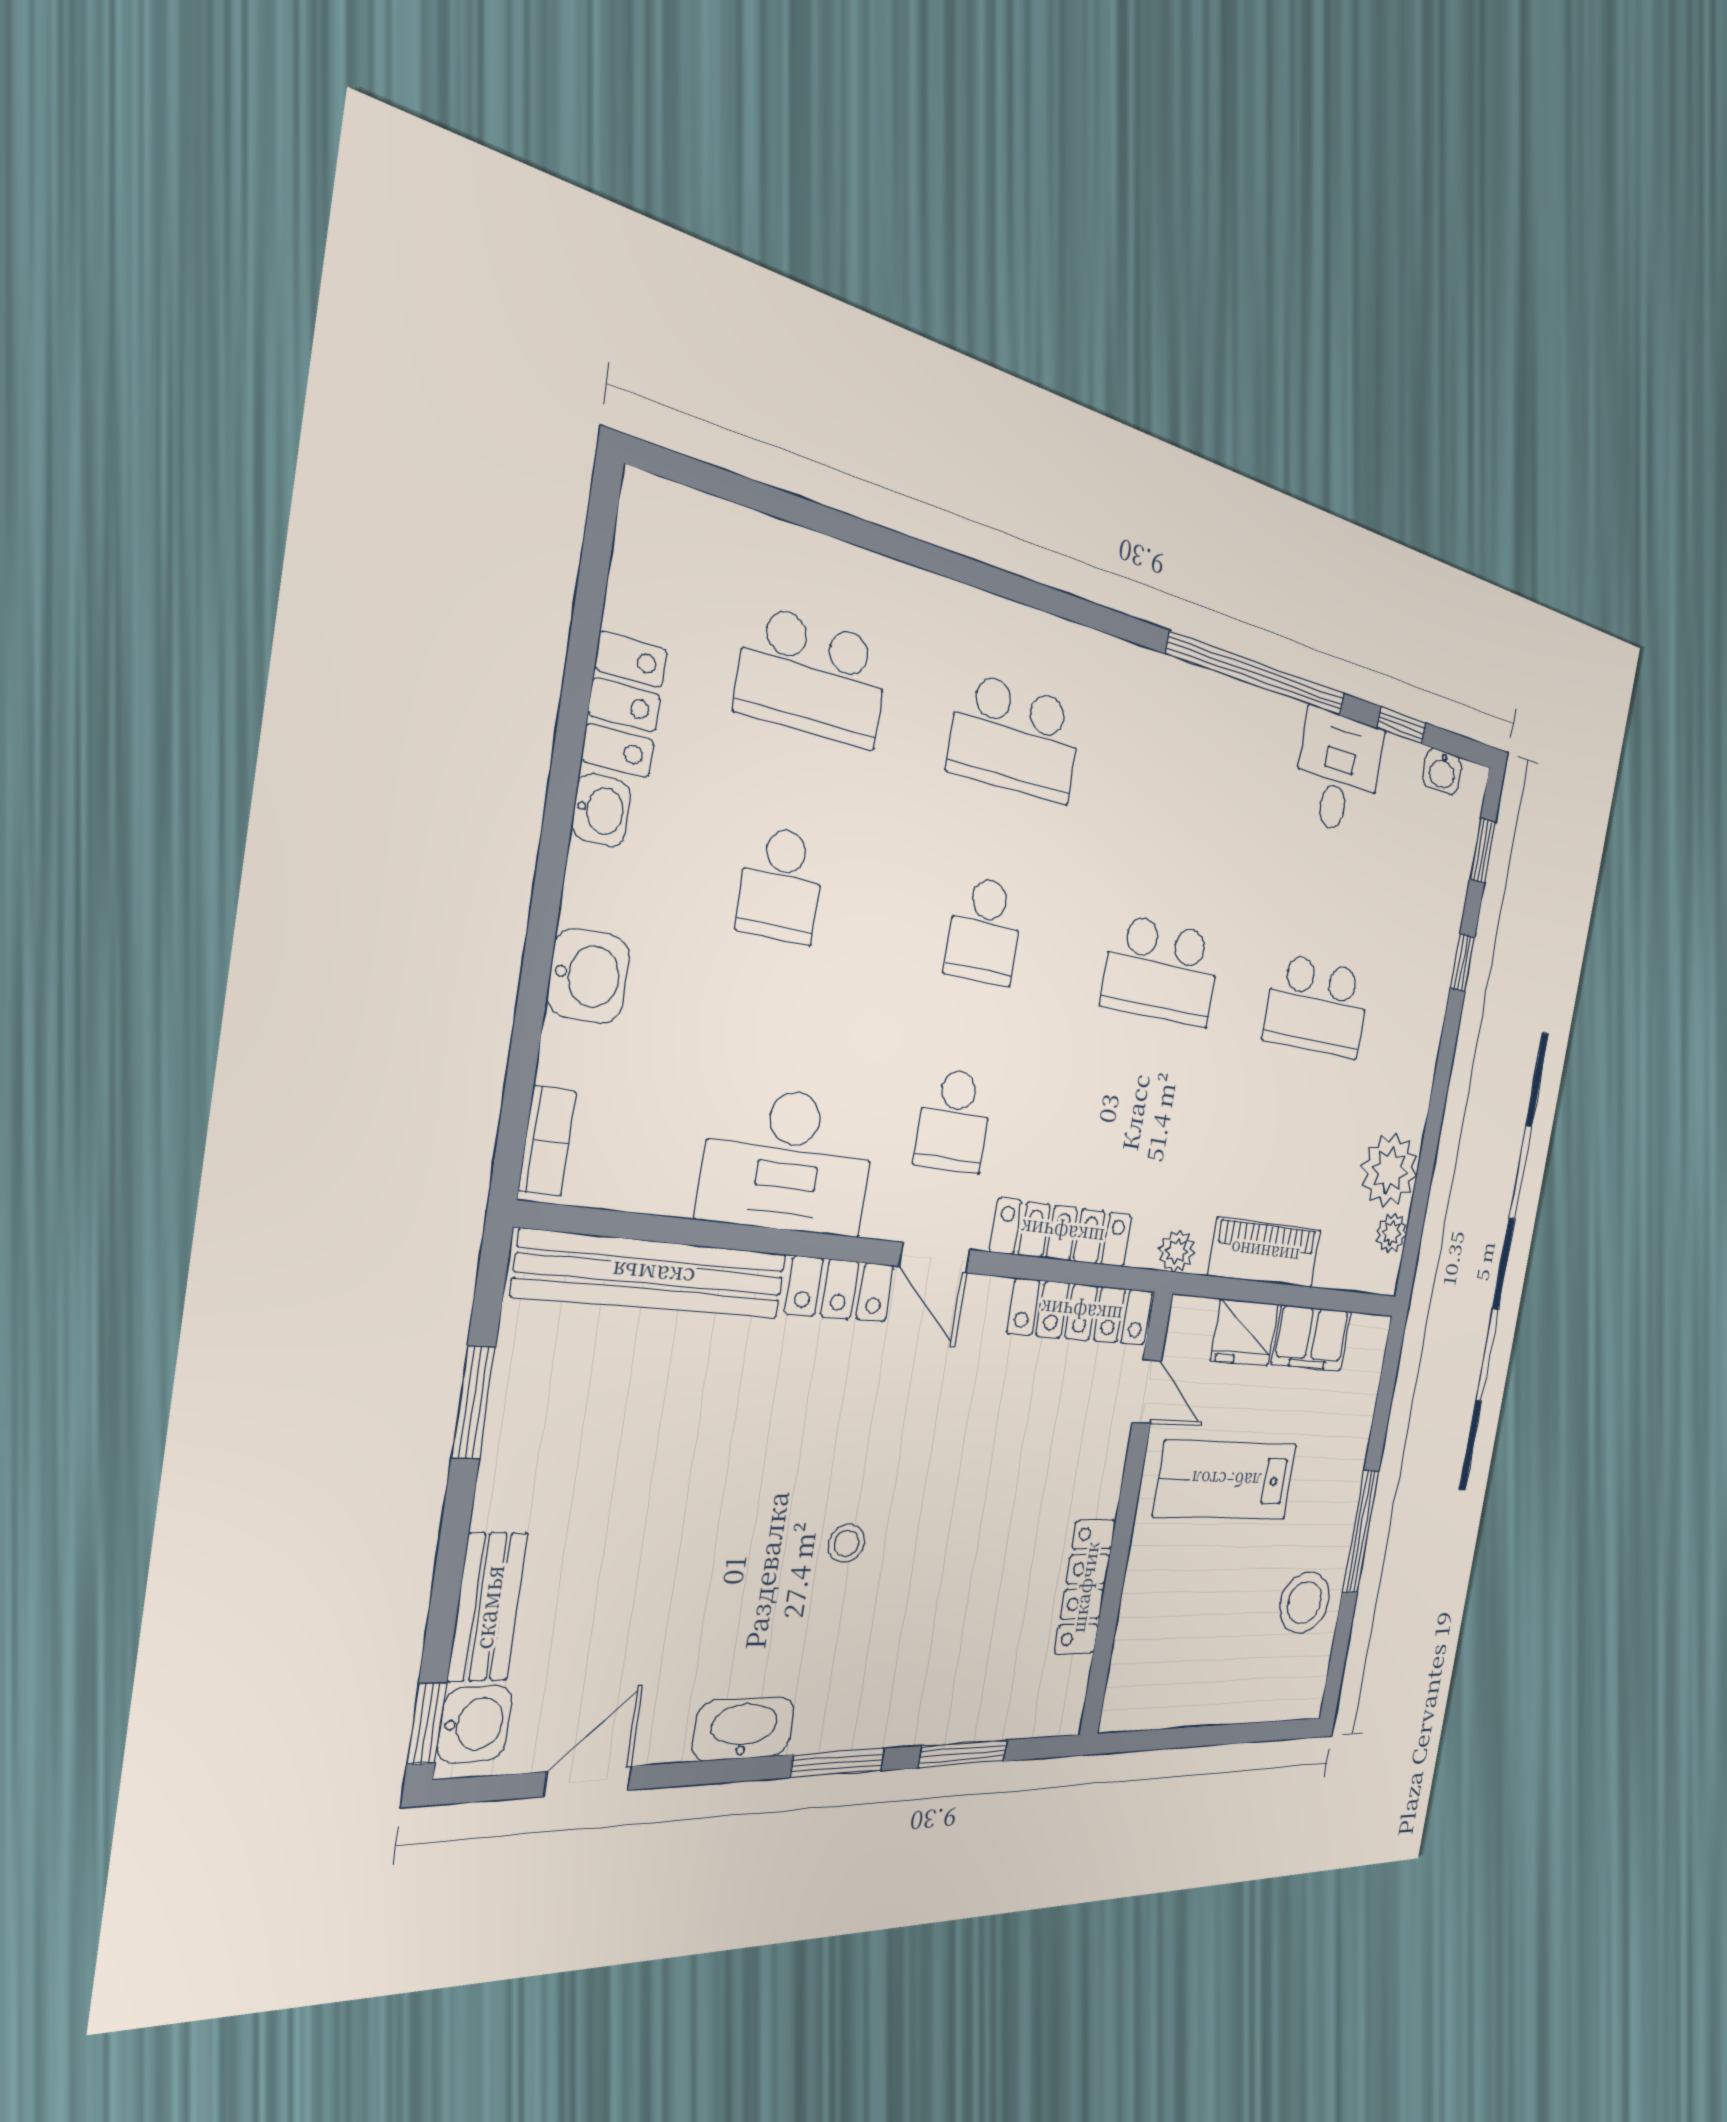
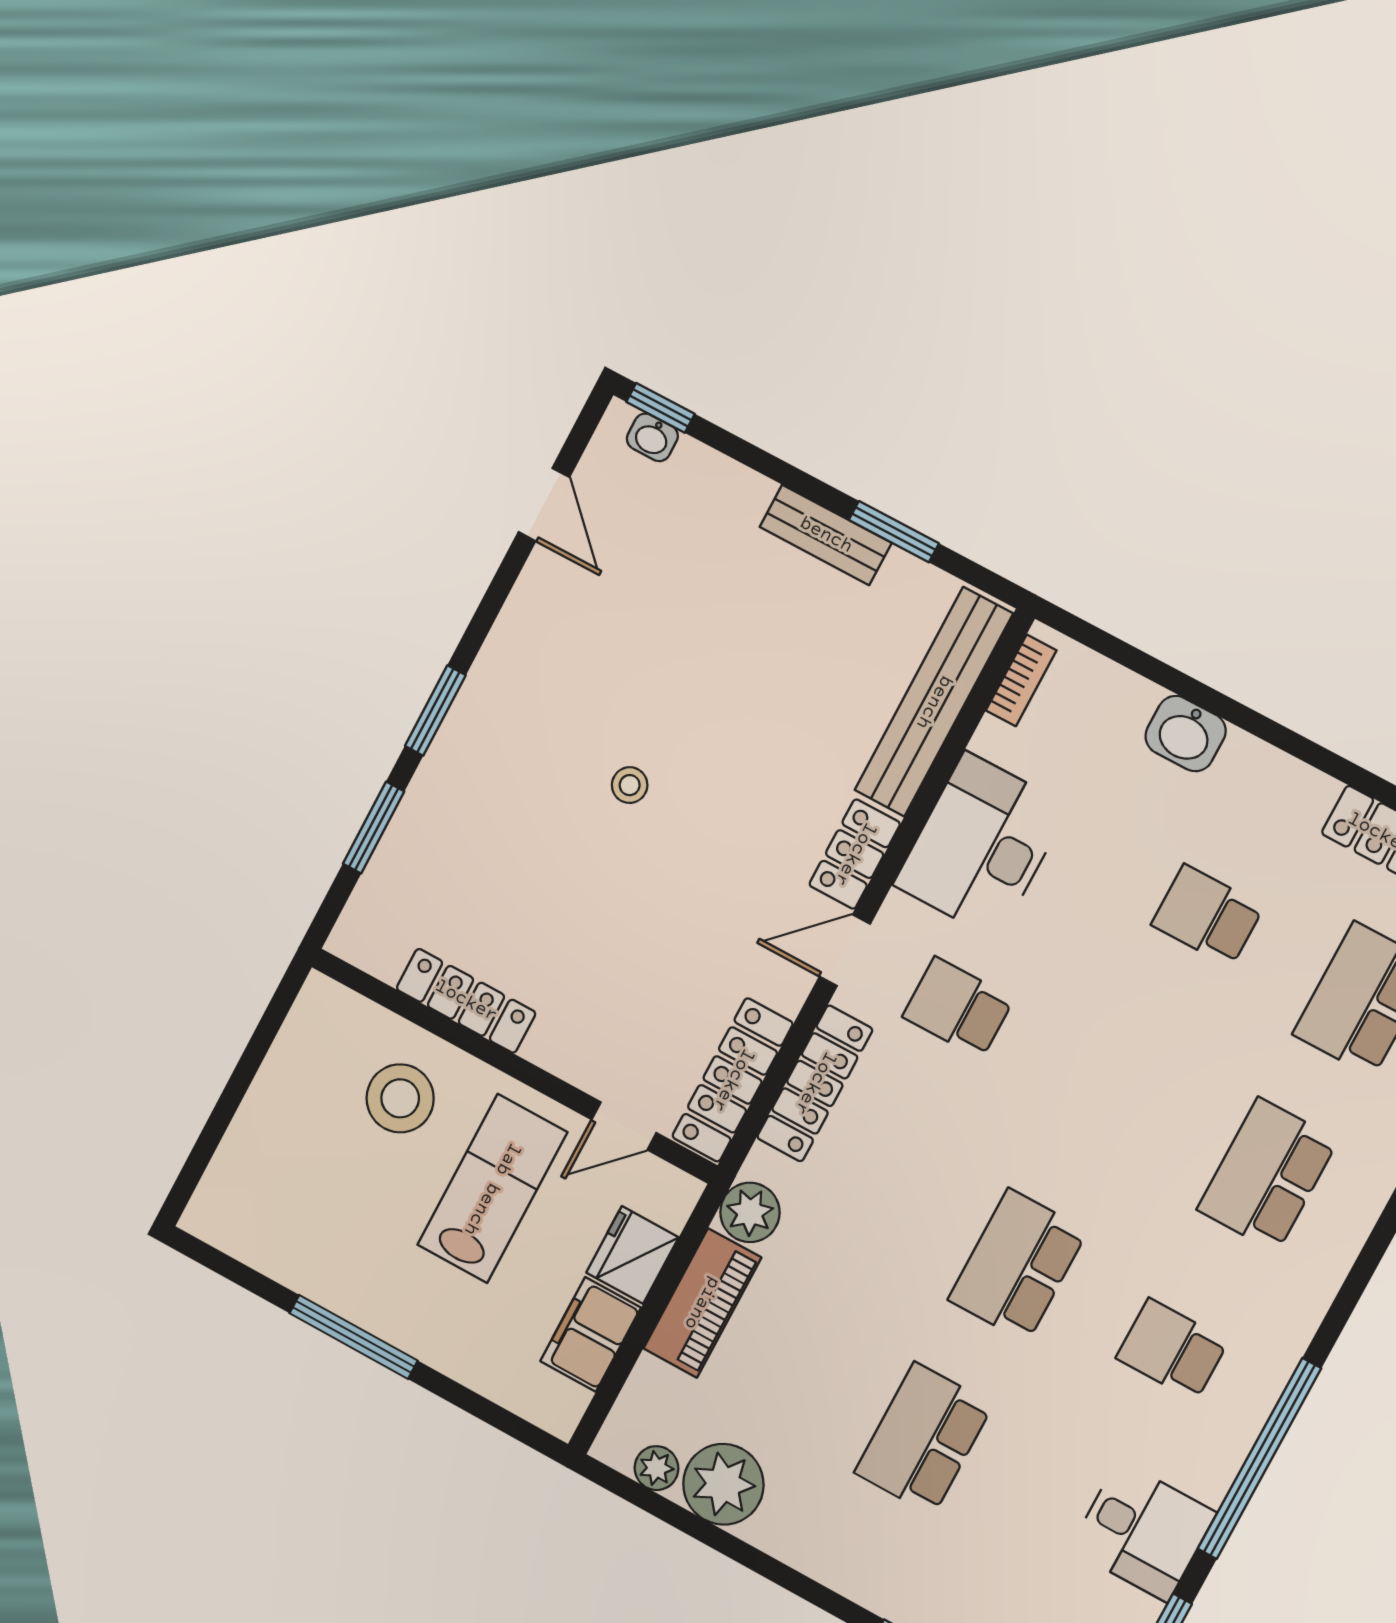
washbasin: (601, 810) -> (1307, 788), removed
school desk: (984, 931) -> (1172, 1350), moved
bookcase: (547, 1141) -> (1021, 680), moved, turned -90
plant: (1177, 1251) -> (750, 1212), width x1.38, depth x1.38
stool: (1305, 1602) -> (400, 1098), moved
bench: (488, 1607) -> (826, 535), moved
washbasin: (475, 1724) -> (652, 437), width x0.72, depth x0.69
washbasin: (744, 1729) -> (515, 642), removed

